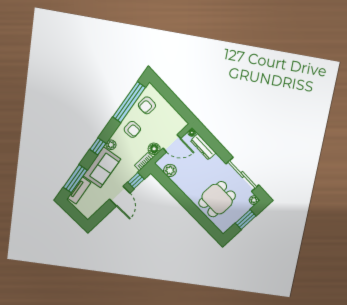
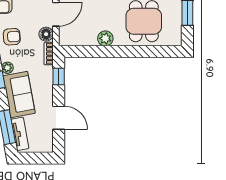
plant: (170, 170) -> (105, 38), moved
door: (120, 196) -> (59, 118), moved

